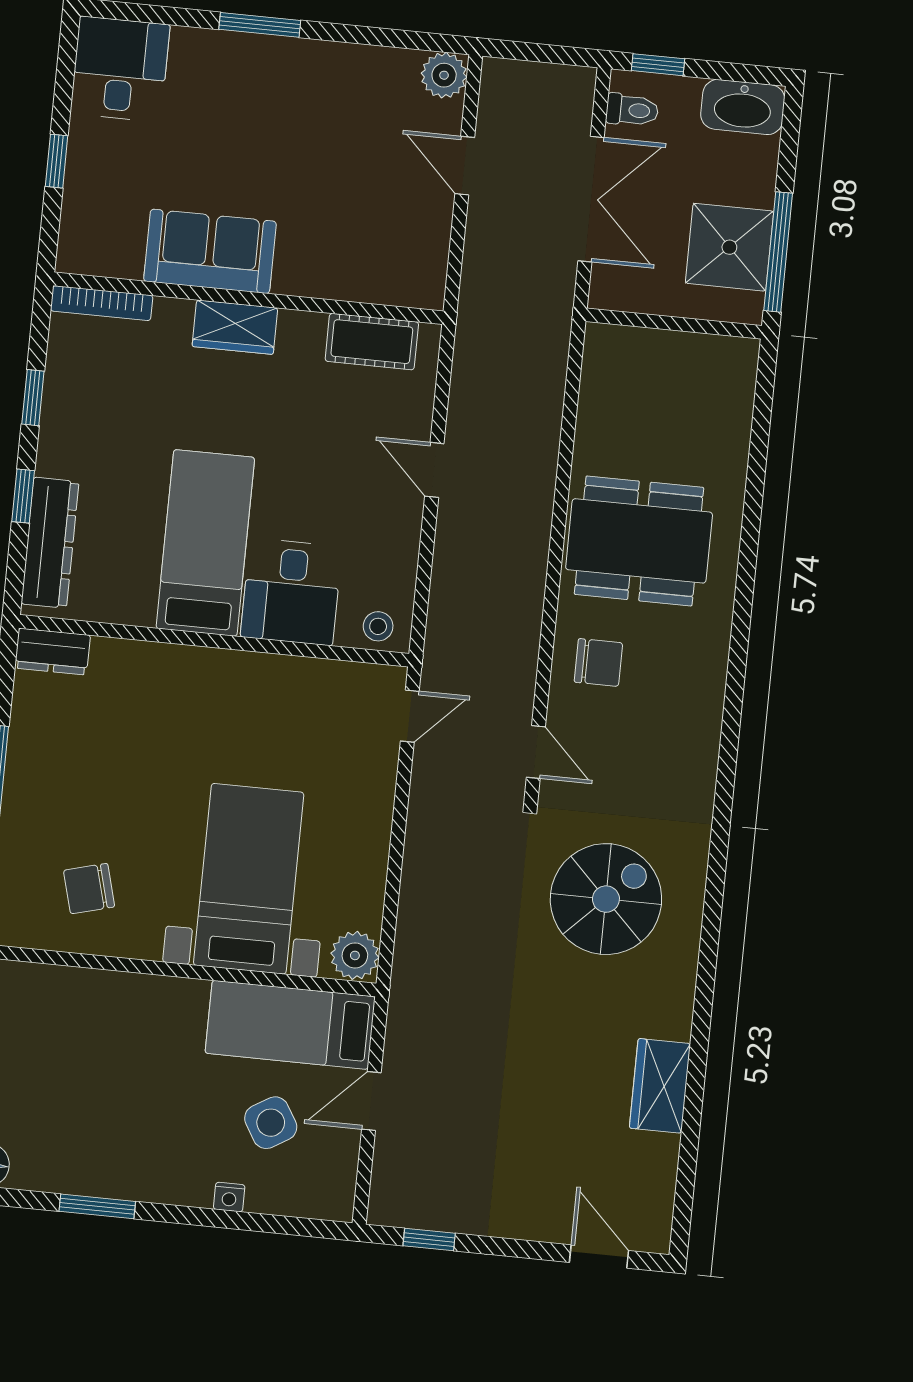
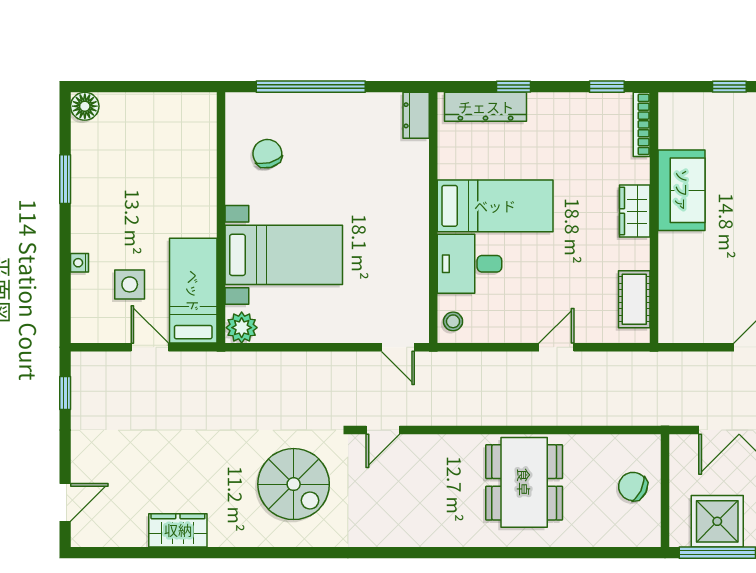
window: (33, 398) -> (607, 87), moved
chair: (598, 662) -> (633, 486), moved, turned 116
side table: (271, 1123) -> (130, 284), turned 31

